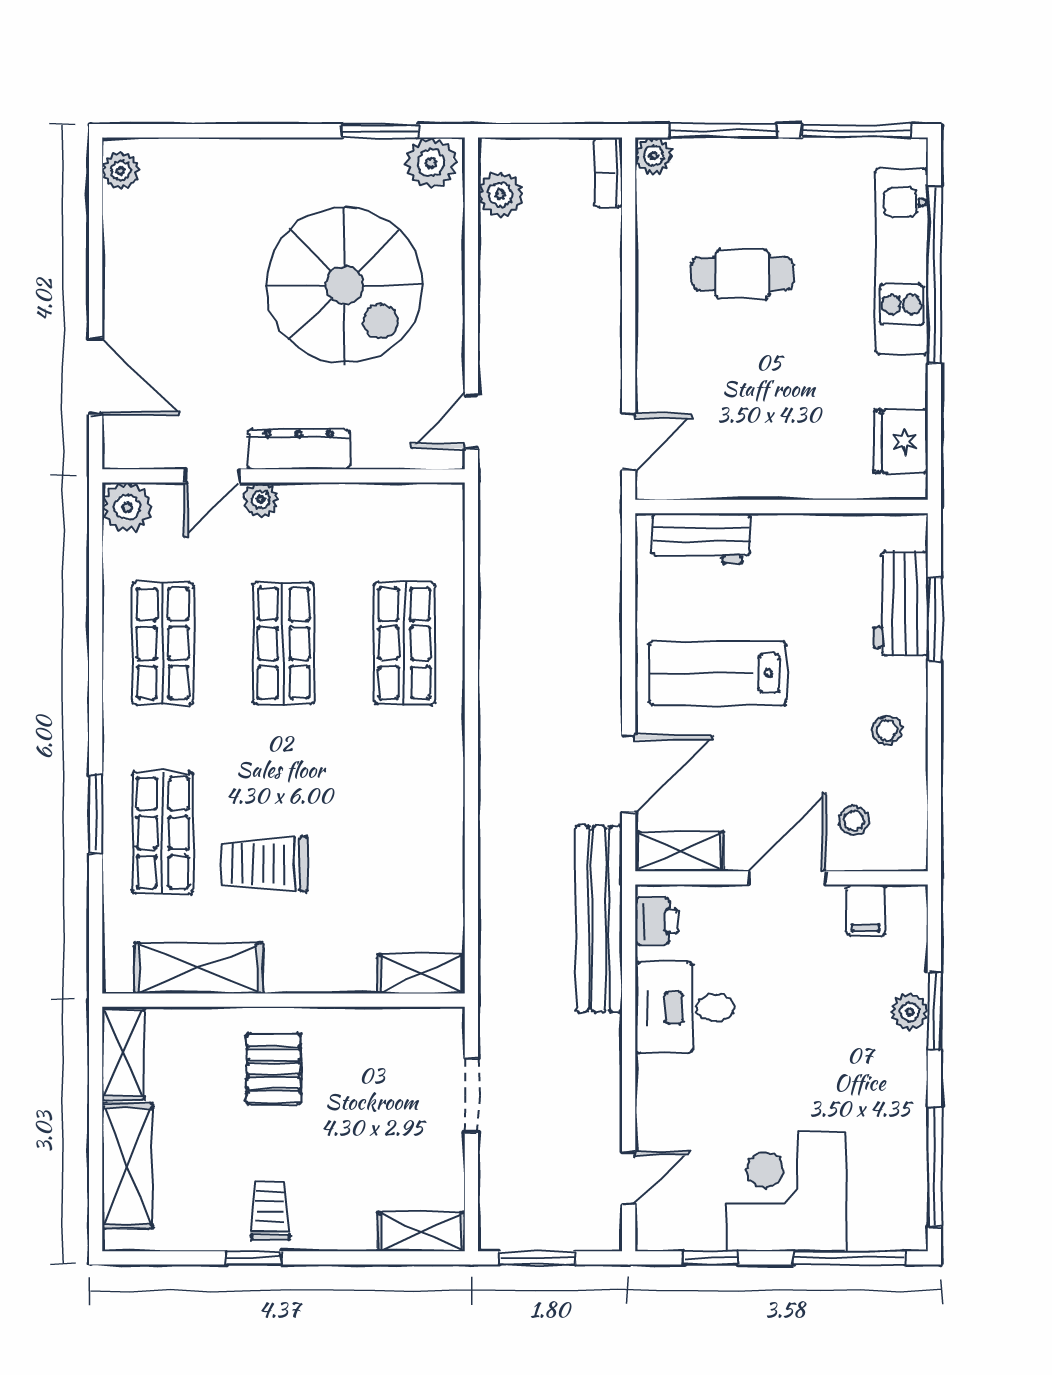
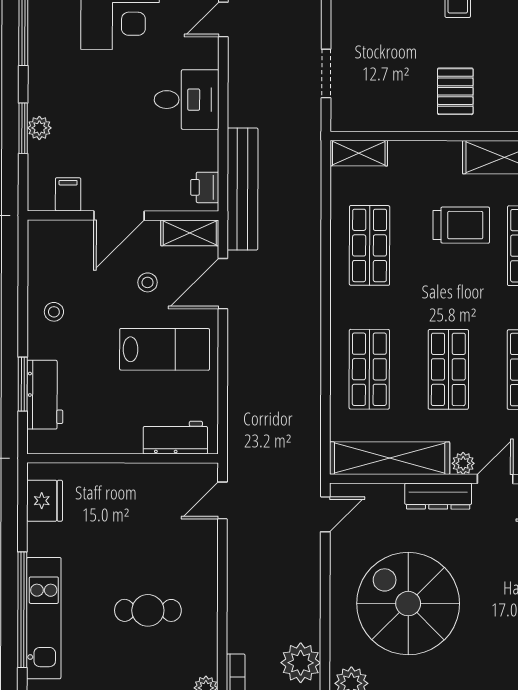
plant: (500, 194) -> (301, 663), width x1.36, depth x1.36
shelving: (373, 507) -> (390, 458), added
stool: (854, 821) -> (148, 282), moved
shop shelf: (404, 833) -> (370, 245), added
desk: (685, 1008) -> (187, 100), moved

